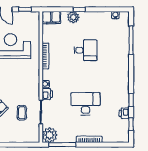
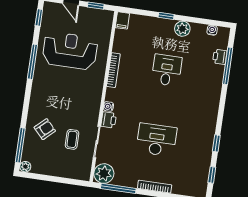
plant: (73, 17) -> (182, 29), moved
filing cabinet: (51, 18) -> (122, 20), width x0.50
desk: (86, 50) -> (167, 70), turned -90
printer: (124, 113) -> (220, 57), moved

